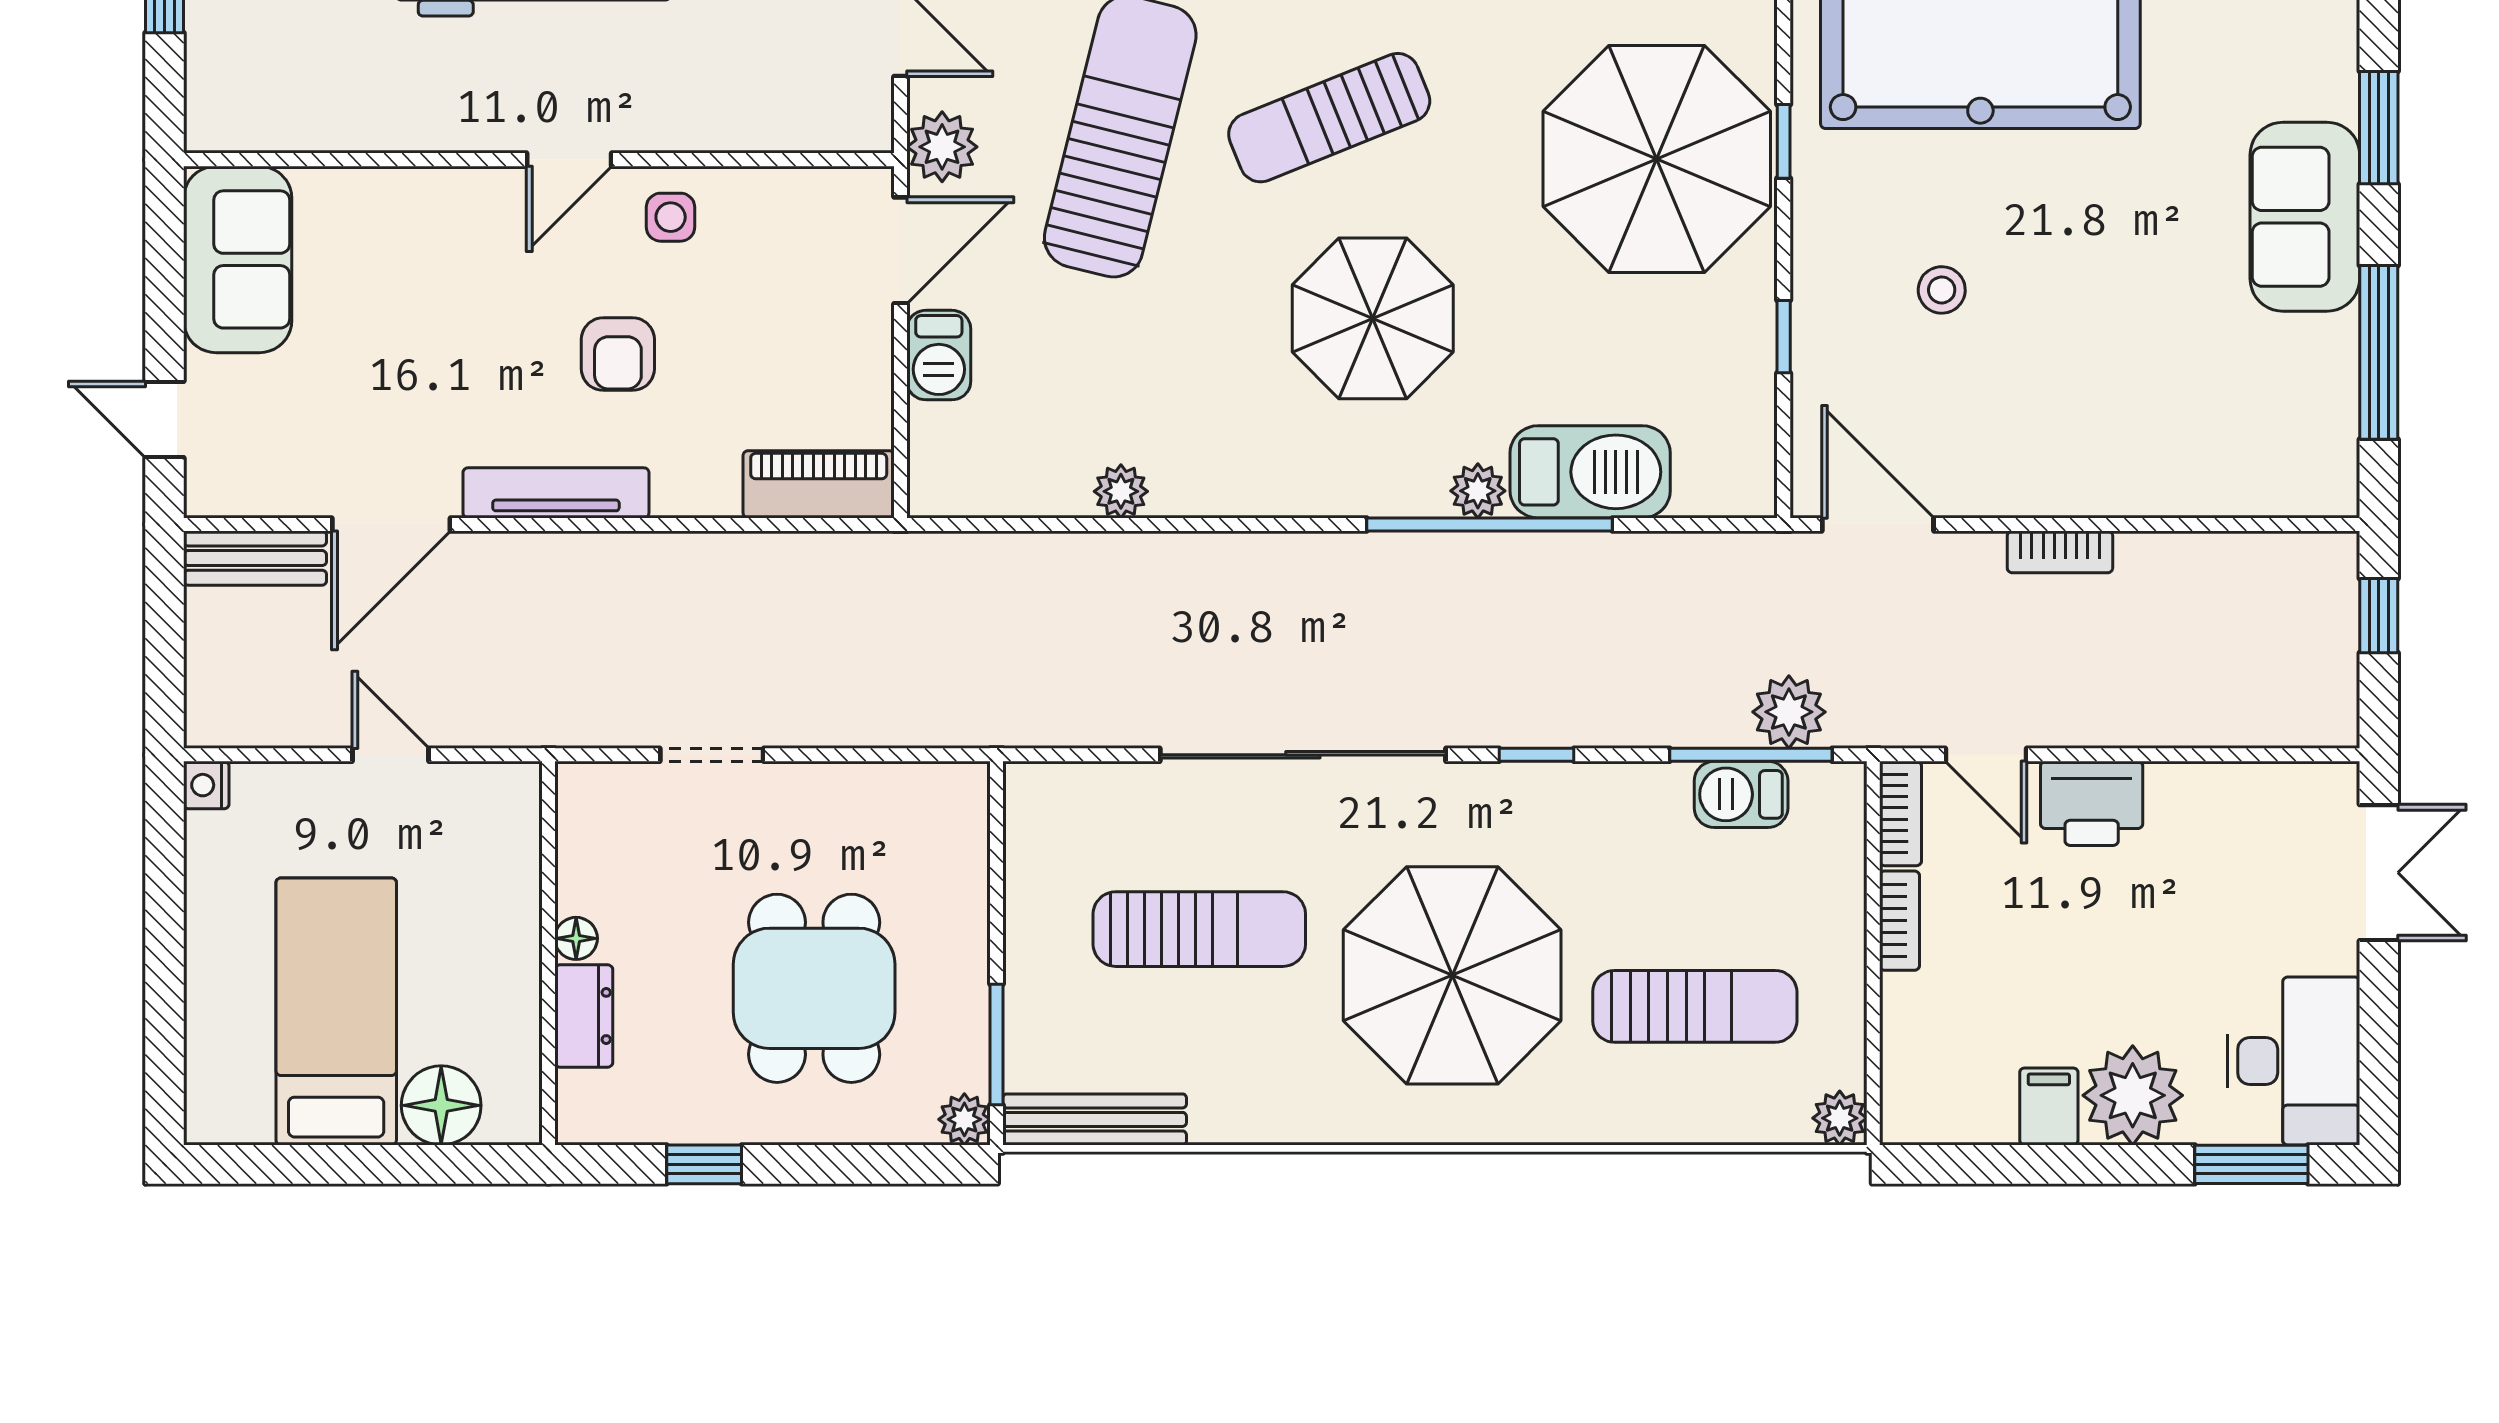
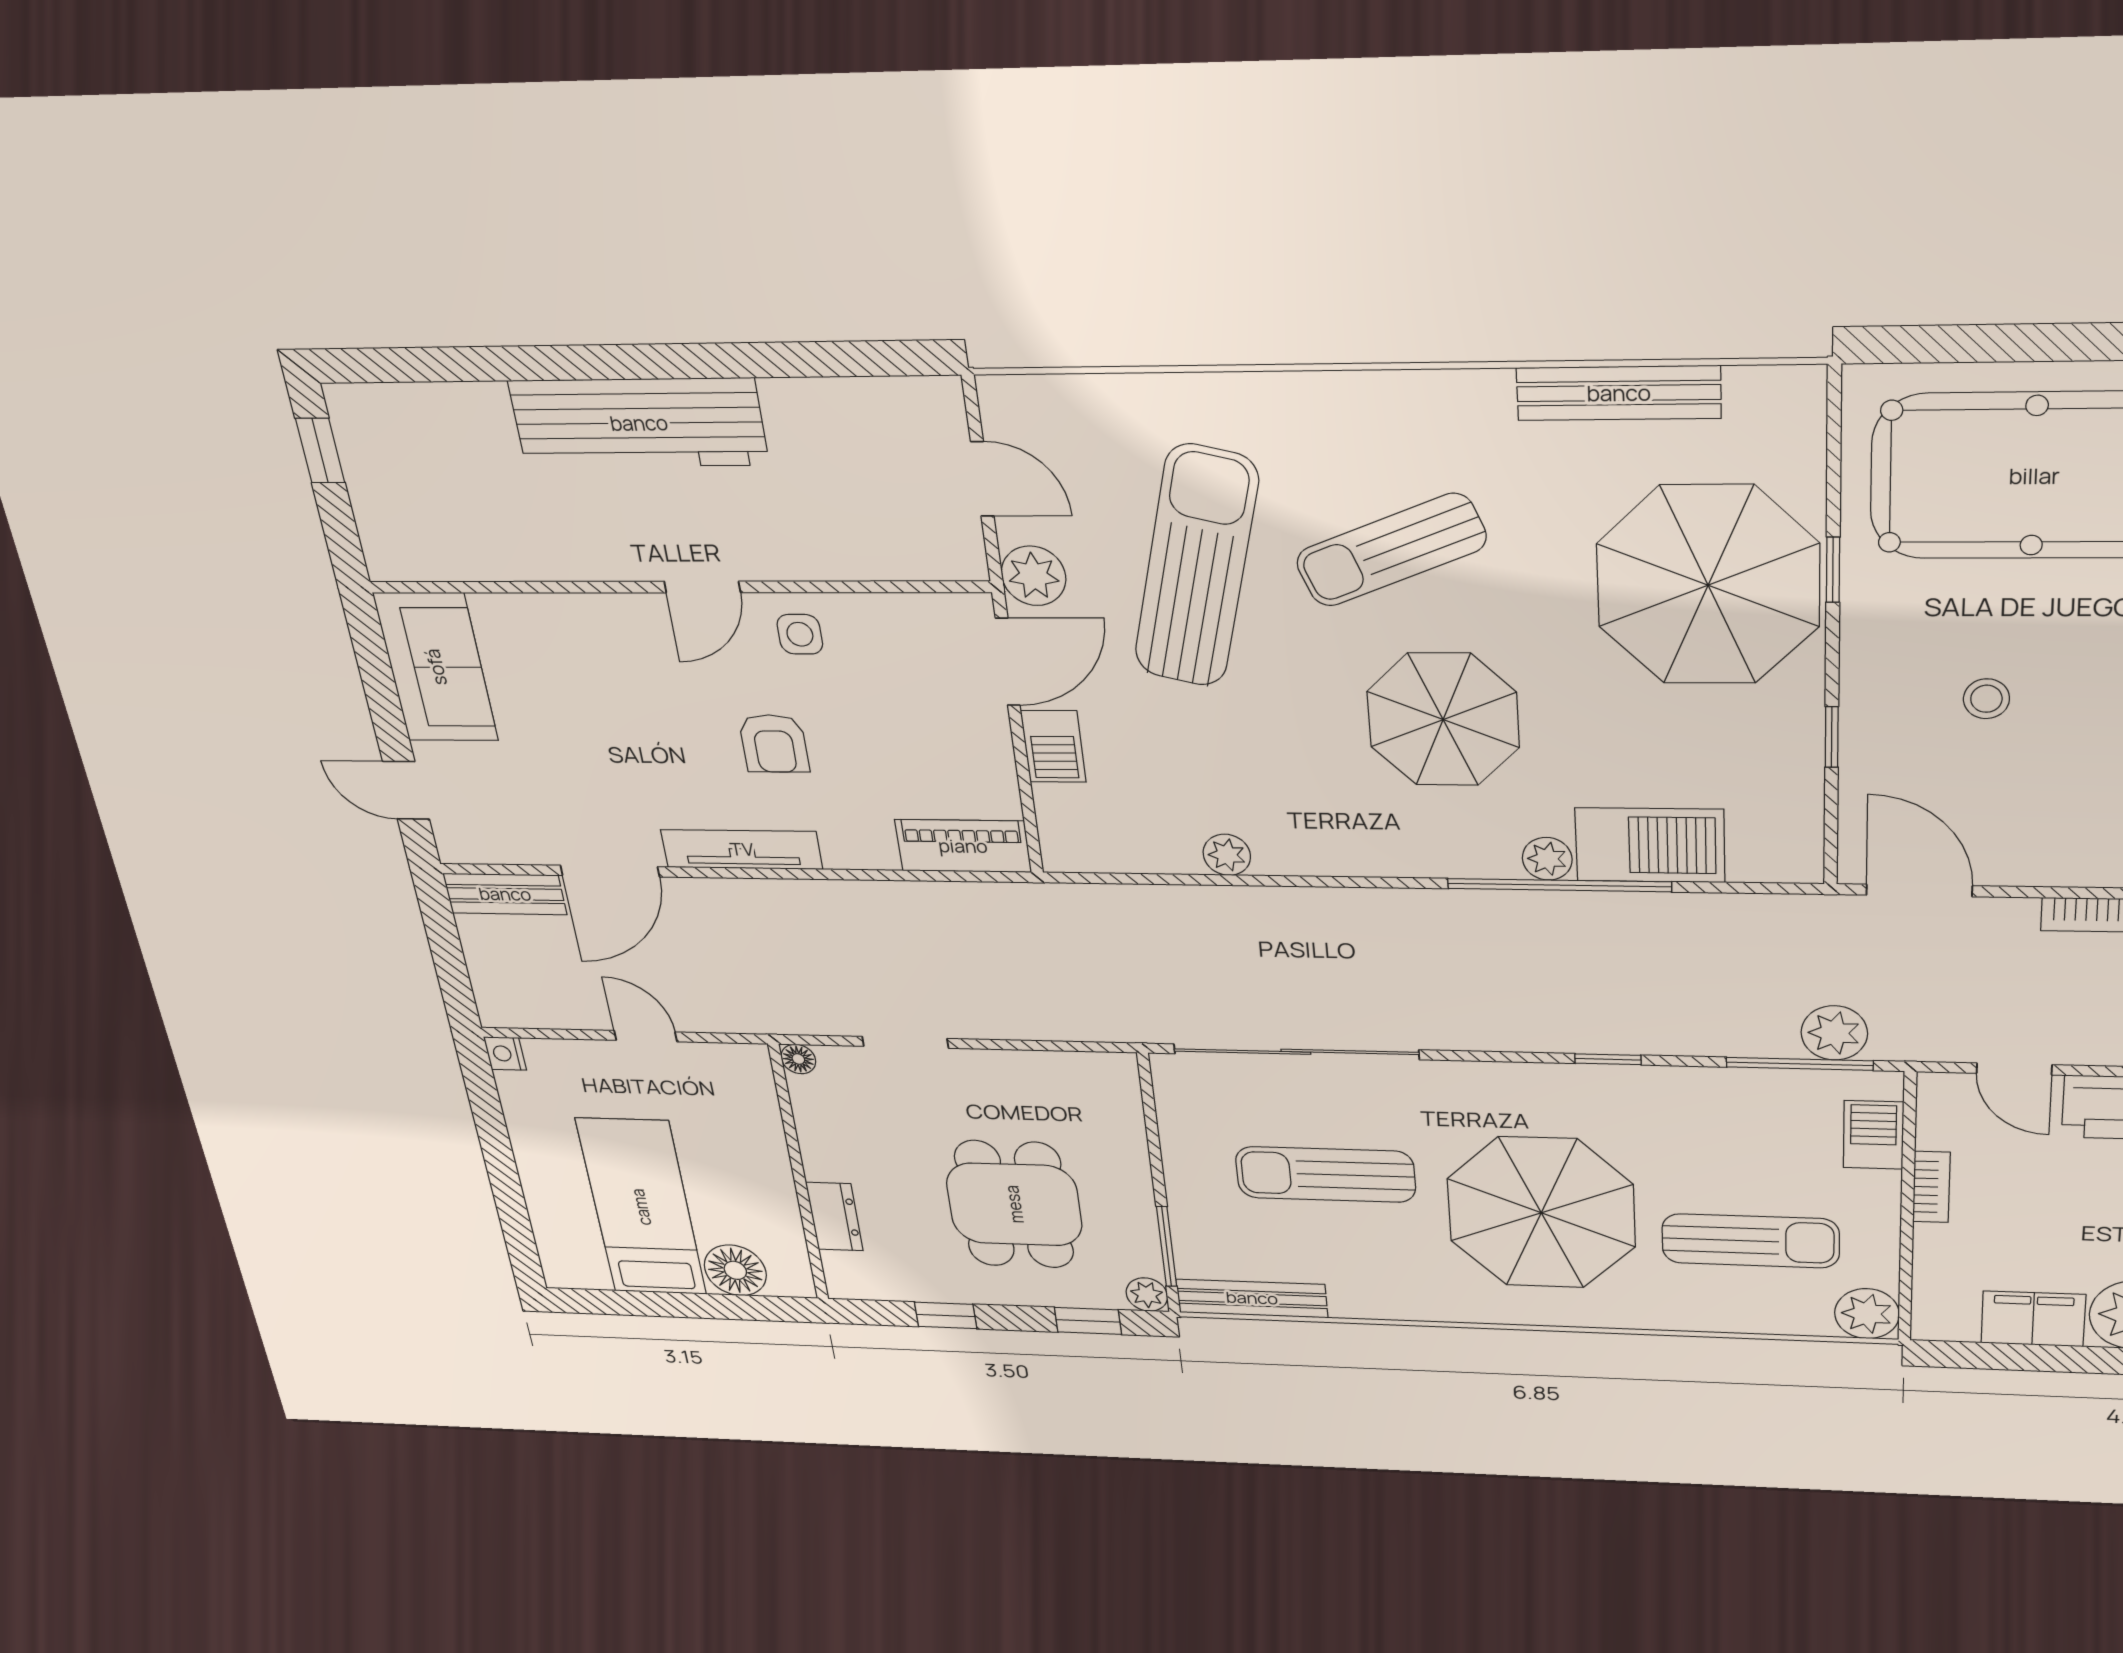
sliding door: (1303, 755) -> (1296, 1052), moved
barbecue: (1741, 794) -> (1873, 1135), moved, turned 90
bookcase: (1901, 813) -> (1934, 1110), removed
sun lounger: (1199, 929) -> (1325, 1174), turned 180
floor lamp: (576, 938) -> (798, 1059), moved
filing cabinet: (2049, 1106) -> (2033, 1319), width x2.00
plant: (1840, 1118) -> (1867, 1314), width x1.38, depth x1.38
window: (885, 1164) -> (1088, 1321), added

